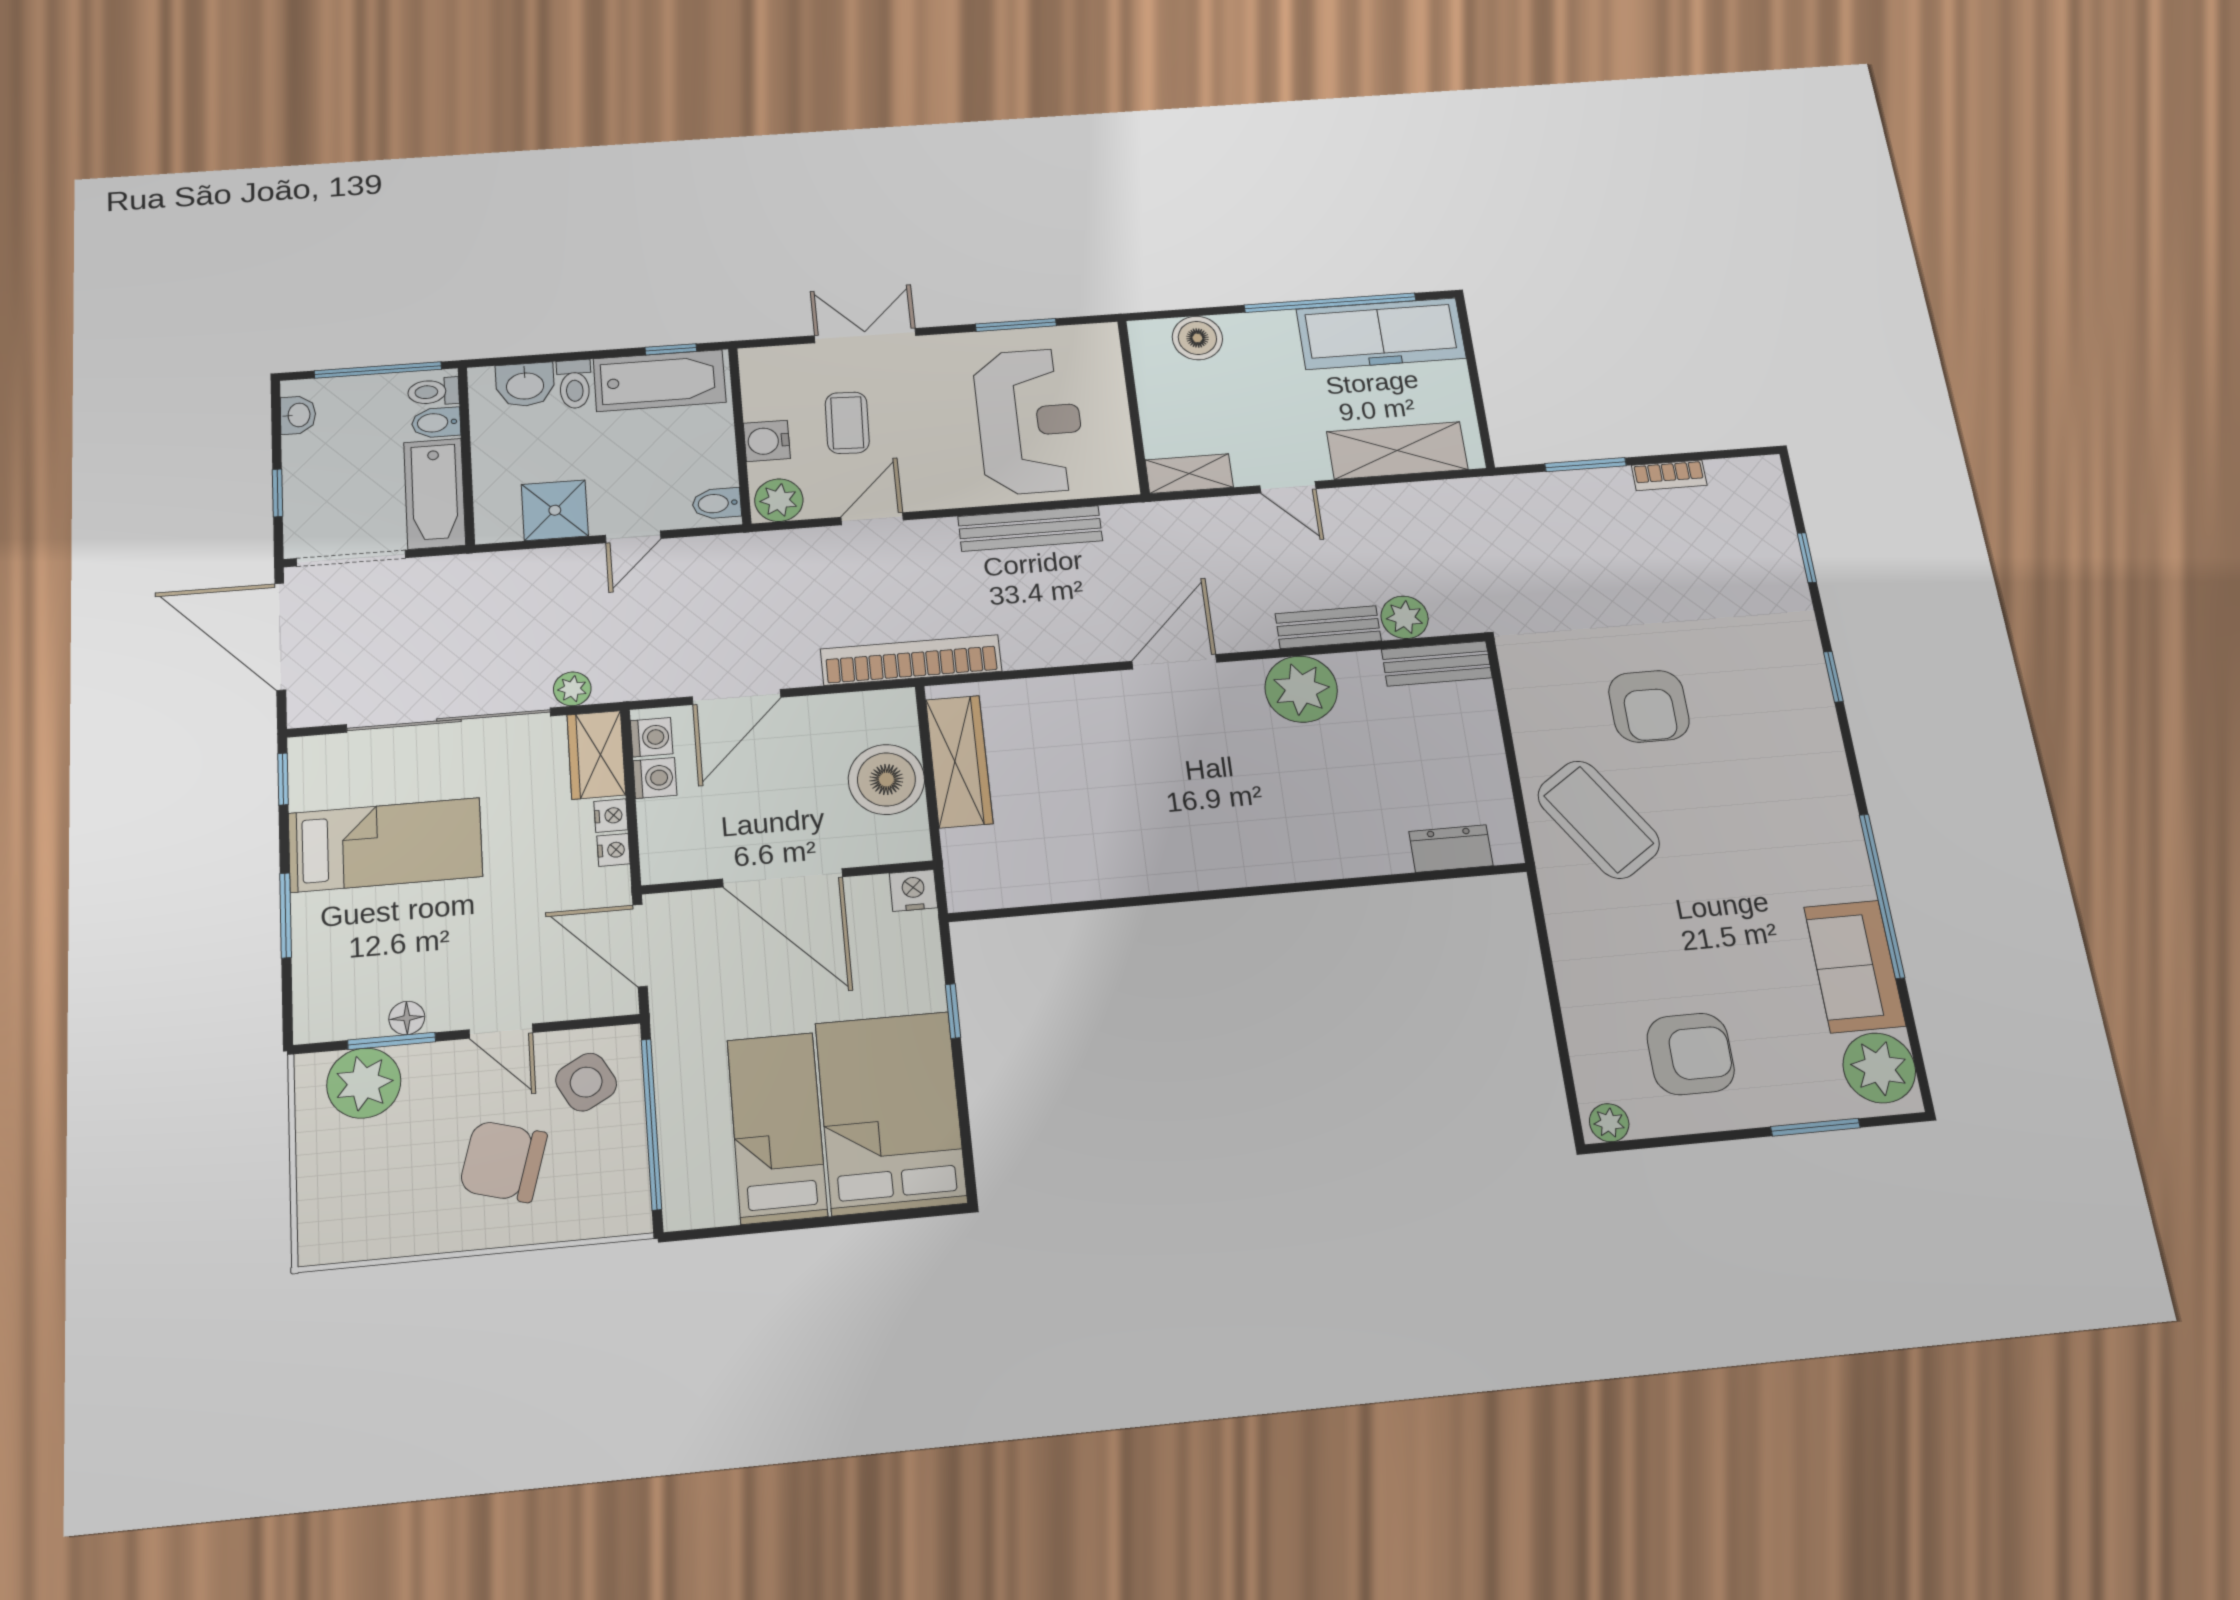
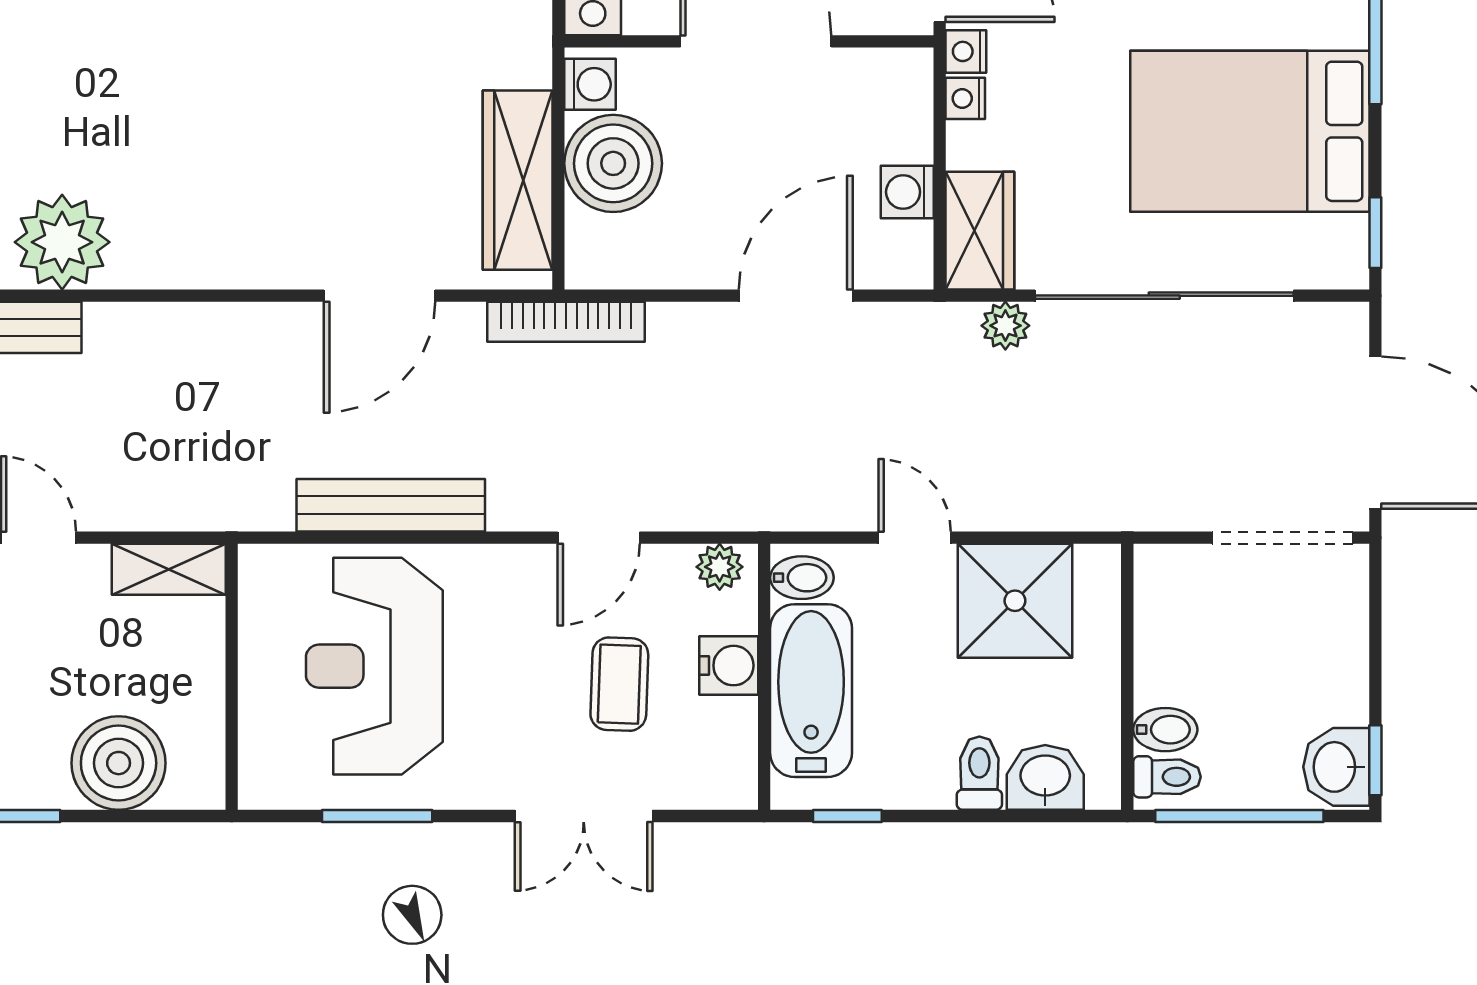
boiler: (1197, 338) -> (119, 763), width x1.37, depth x1.37
bathtub: (660, 381) -> (811, 691), moved, turned 90
washbasin: (298, 415) -> (1336, 767), width x1.38, depth x1.45
window: (277, 493) -> (1375, 760), moved
bathtub: (435, 494) -> (1171, 623), removed
plant: (779, 500) -> (720, 567), width x0.73, depth x0.73
shower: (555, 510) -> (1015, 601), width x1.36, depth x1.36
door: (633, 537) -> (915, 538), hinge flipped
bookcase: (911, 660) -> (566, 322), width x0.68, depth x0.76
door: (1174, 662) -> (379, 296), moved
washing machine: (652, 737) -> (590, 84), moved, turned 180
nightstand: (611, 816) -> (966, 51), moved
bed: (385, 845) -> (1250, 131), width x1.50

